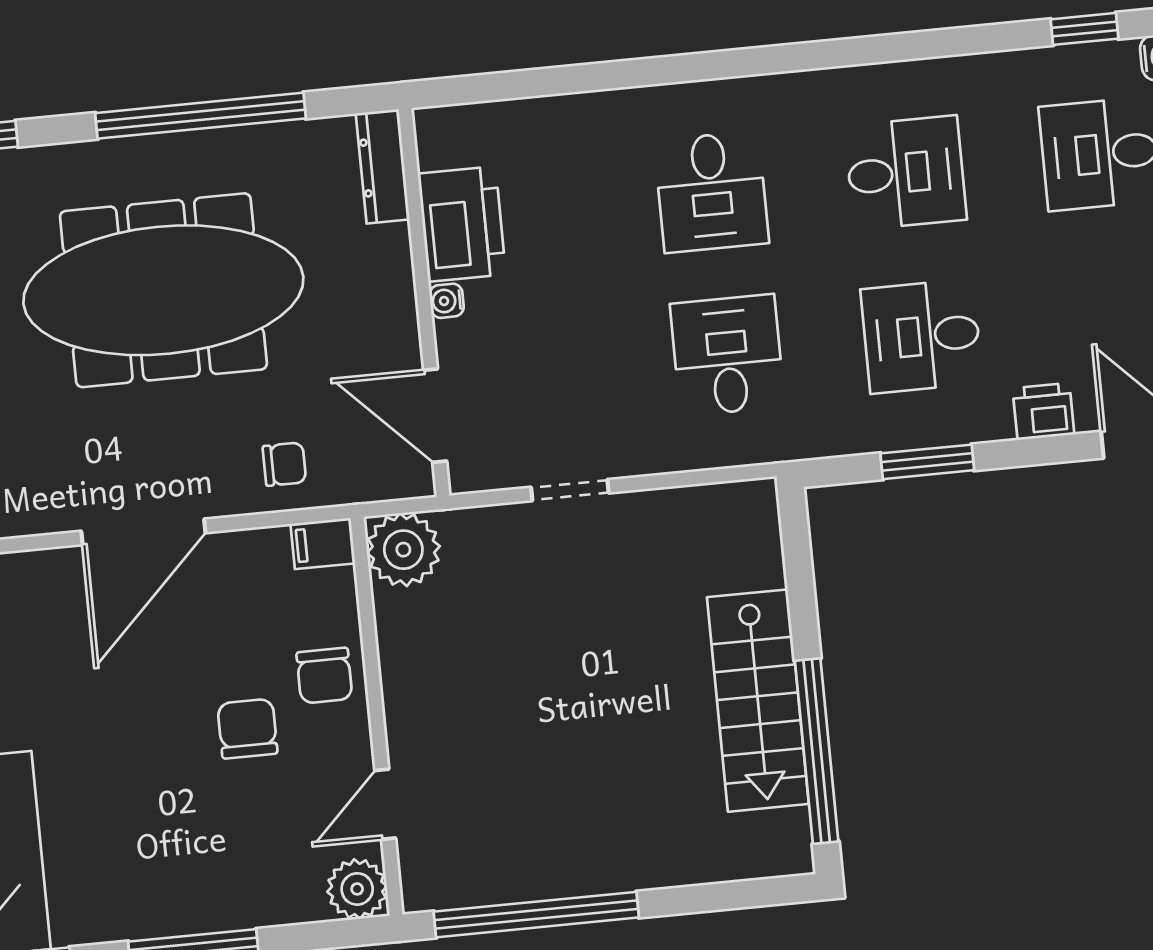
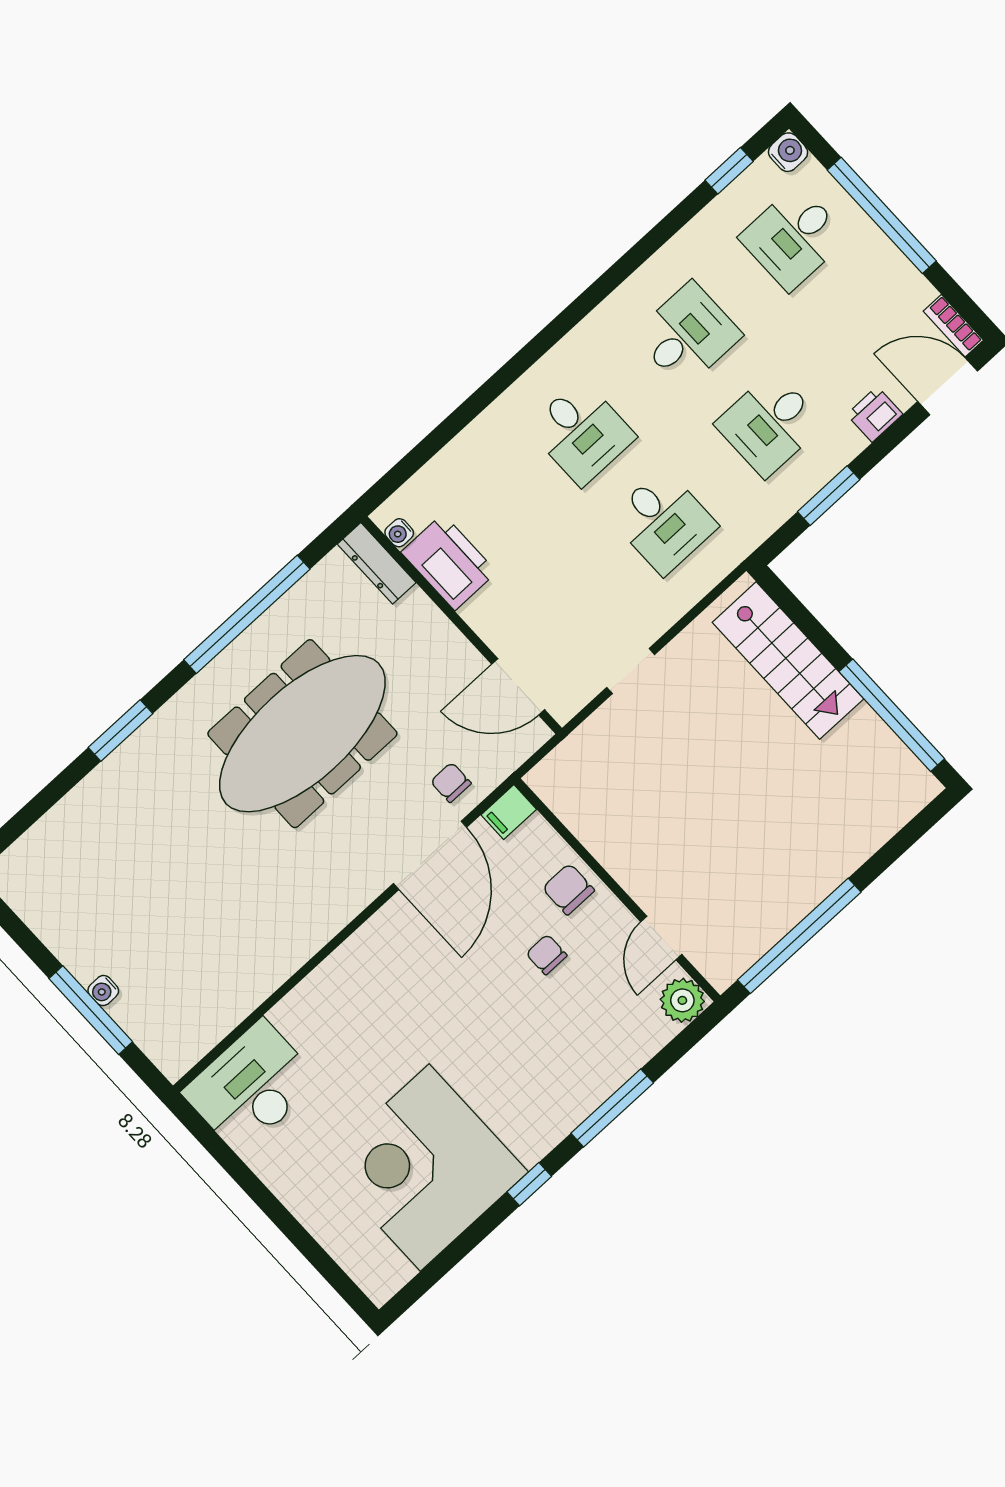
water cooler: (447, 301) -> (399, 533), moved
desk: (727, 355) -> (664, 522), turned 180
chair: (284, 464) -> (451, 782), turned -90
door: (143, 532) -> (430, 855), moved
plant: (403, 550) -> (559, 780), removed
chair: (324, 676) -> (568, 889), turned 180
stairs: (758, 701) -> (788, 661), moved
chair: (247, 729) -> (547, 955), width x0.73, depth x0.73

